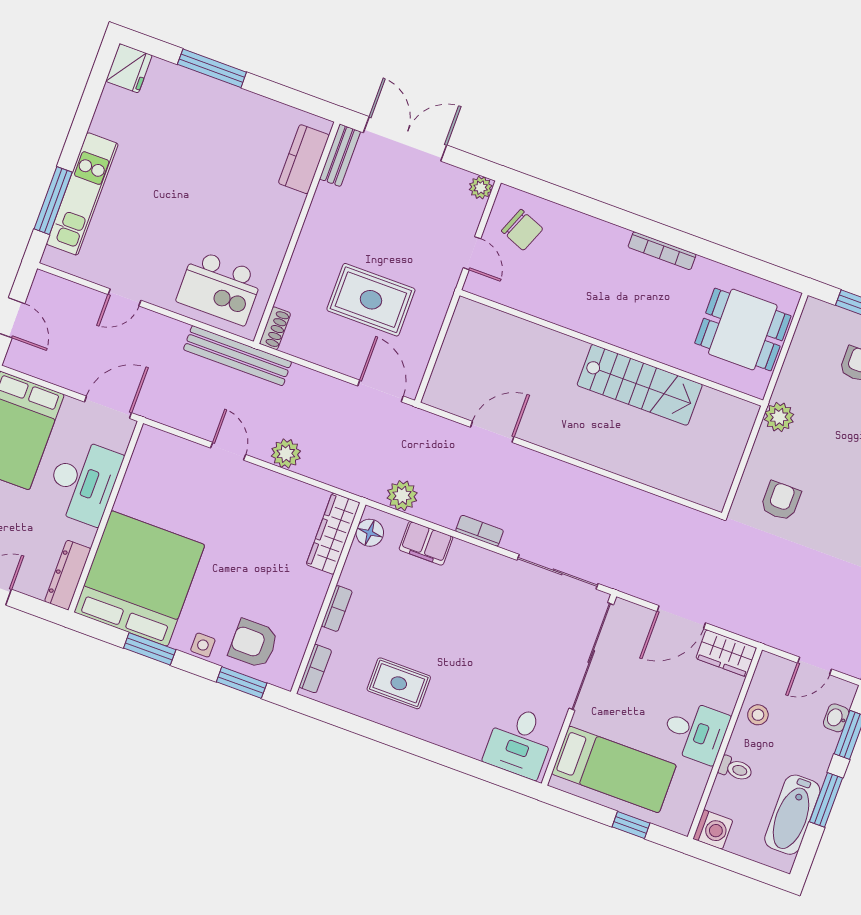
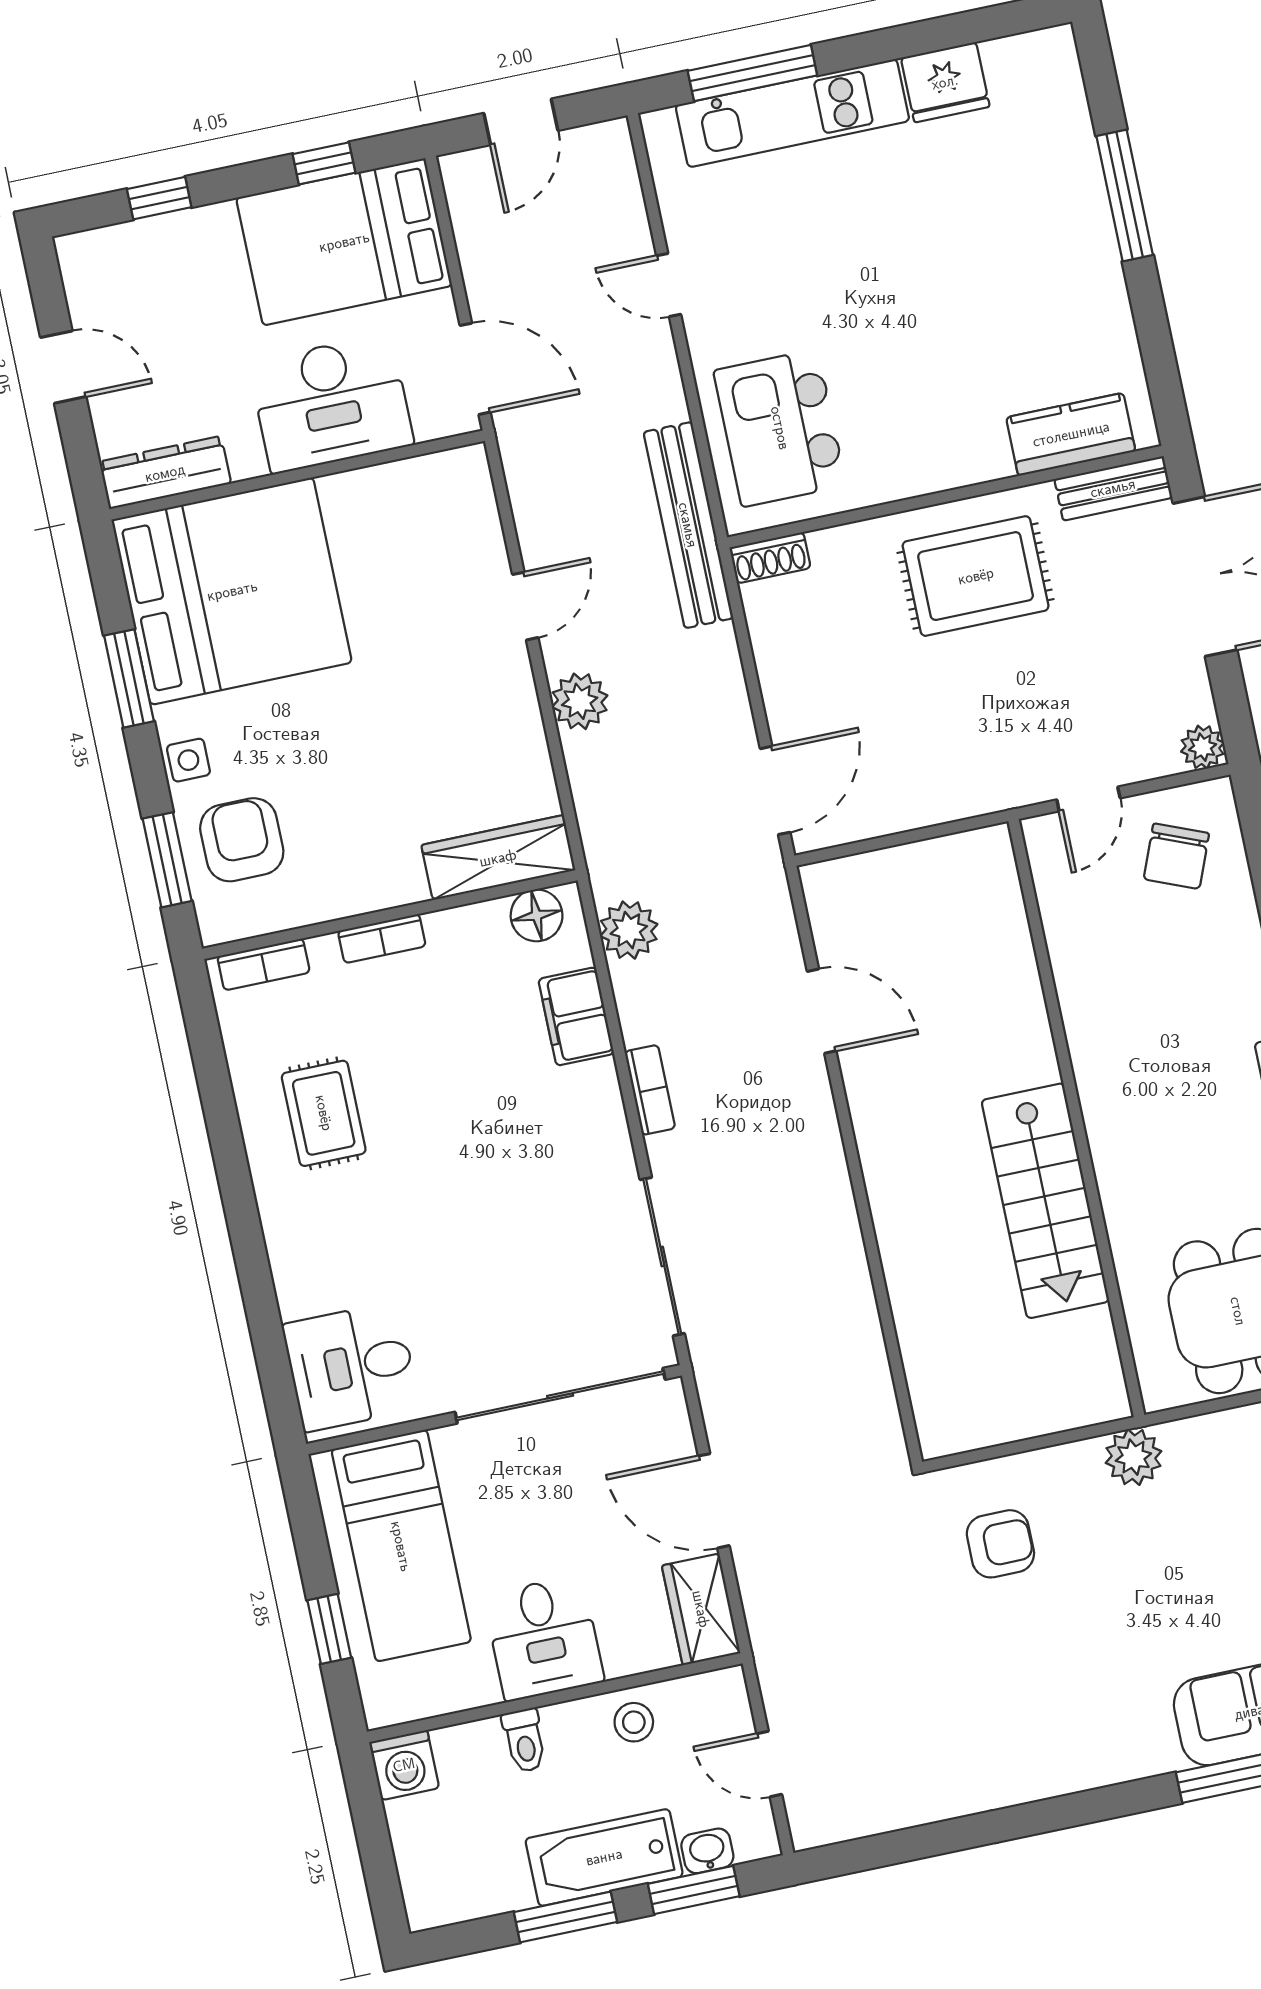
fridge: (129, 68) -> (945, 82), moved
rug: (371, 300) -> (976, 576), moved, turned 90
bathtub: (792, 815) -> (604, 1857), moved

